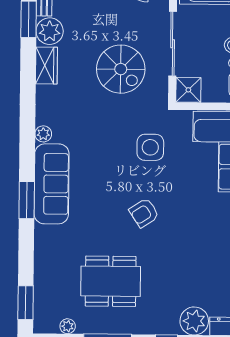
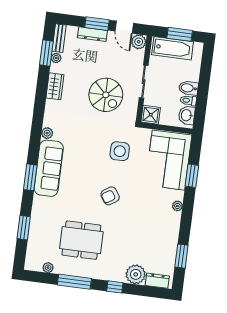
plant: (50, 31) -> (56, 58), width x0.53, depth x0.53
sliding door: (173, 44) -> (144, 82), width x0.73
window: (26, 303) -> (24, 228), moved

